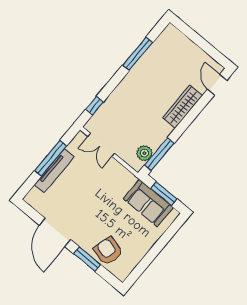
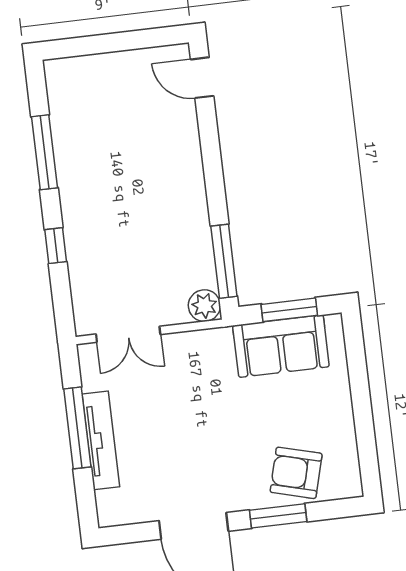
window: (94, 106) -> (56, 246), moved
wardrobe: (182, 107) -> (186, 160), removed
plant: (144, 153) -> (204, 306), moved

